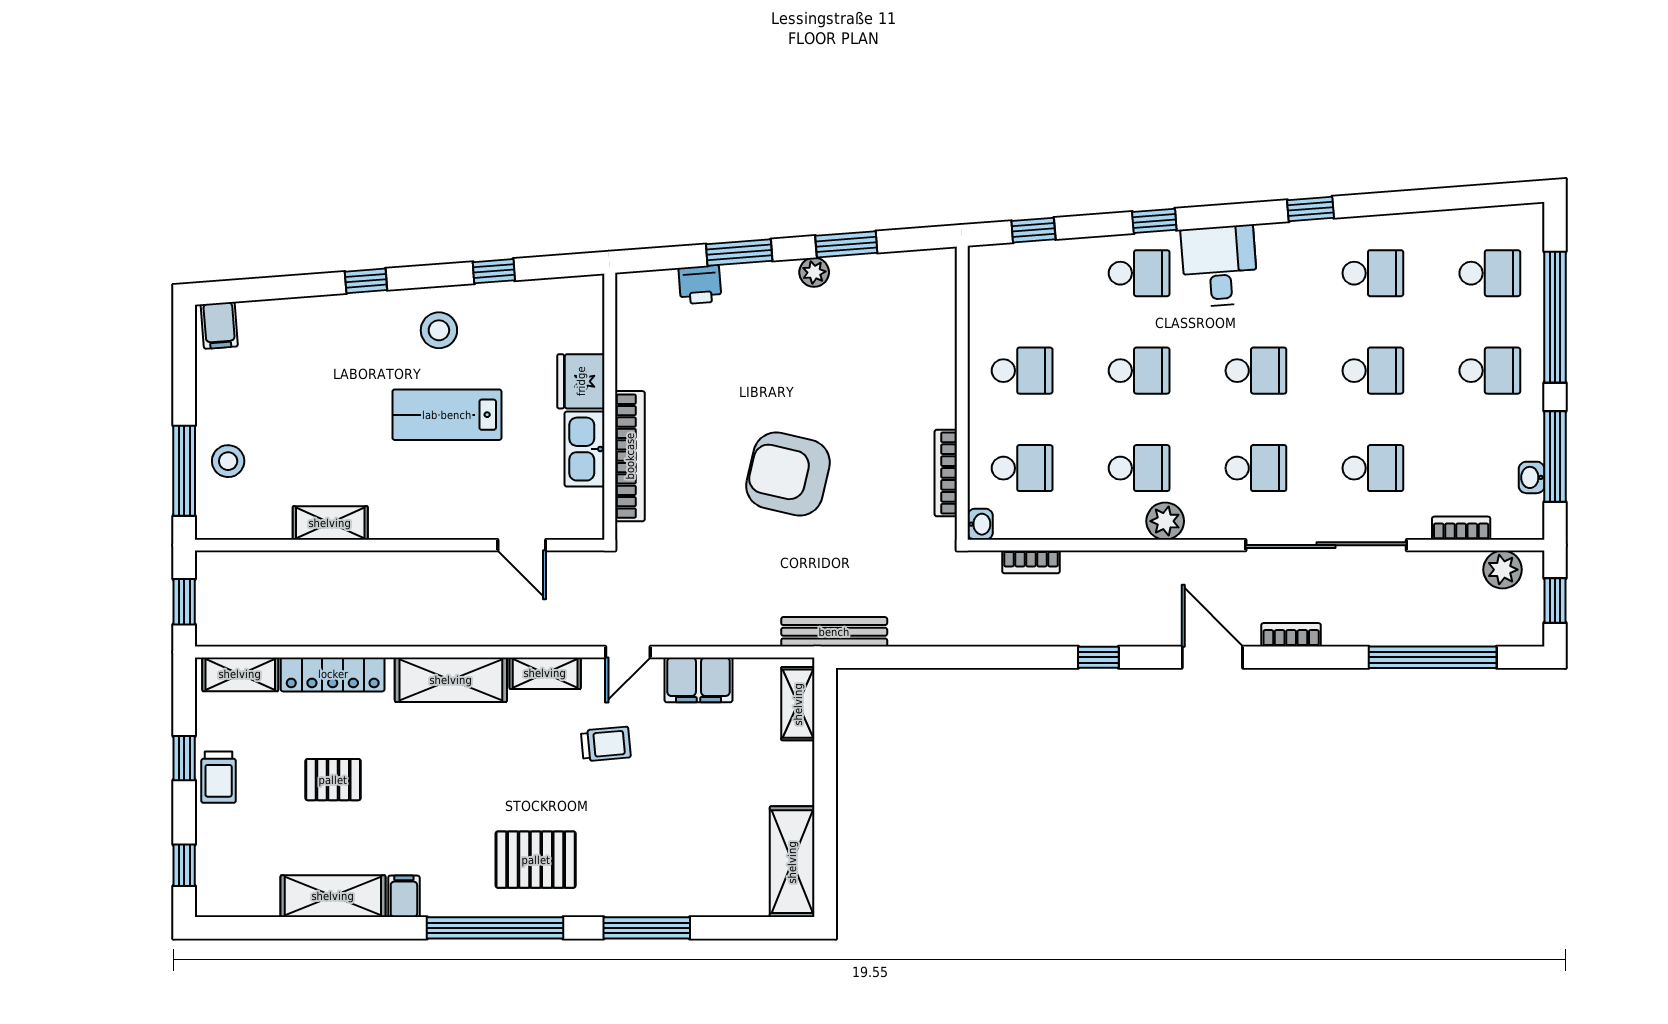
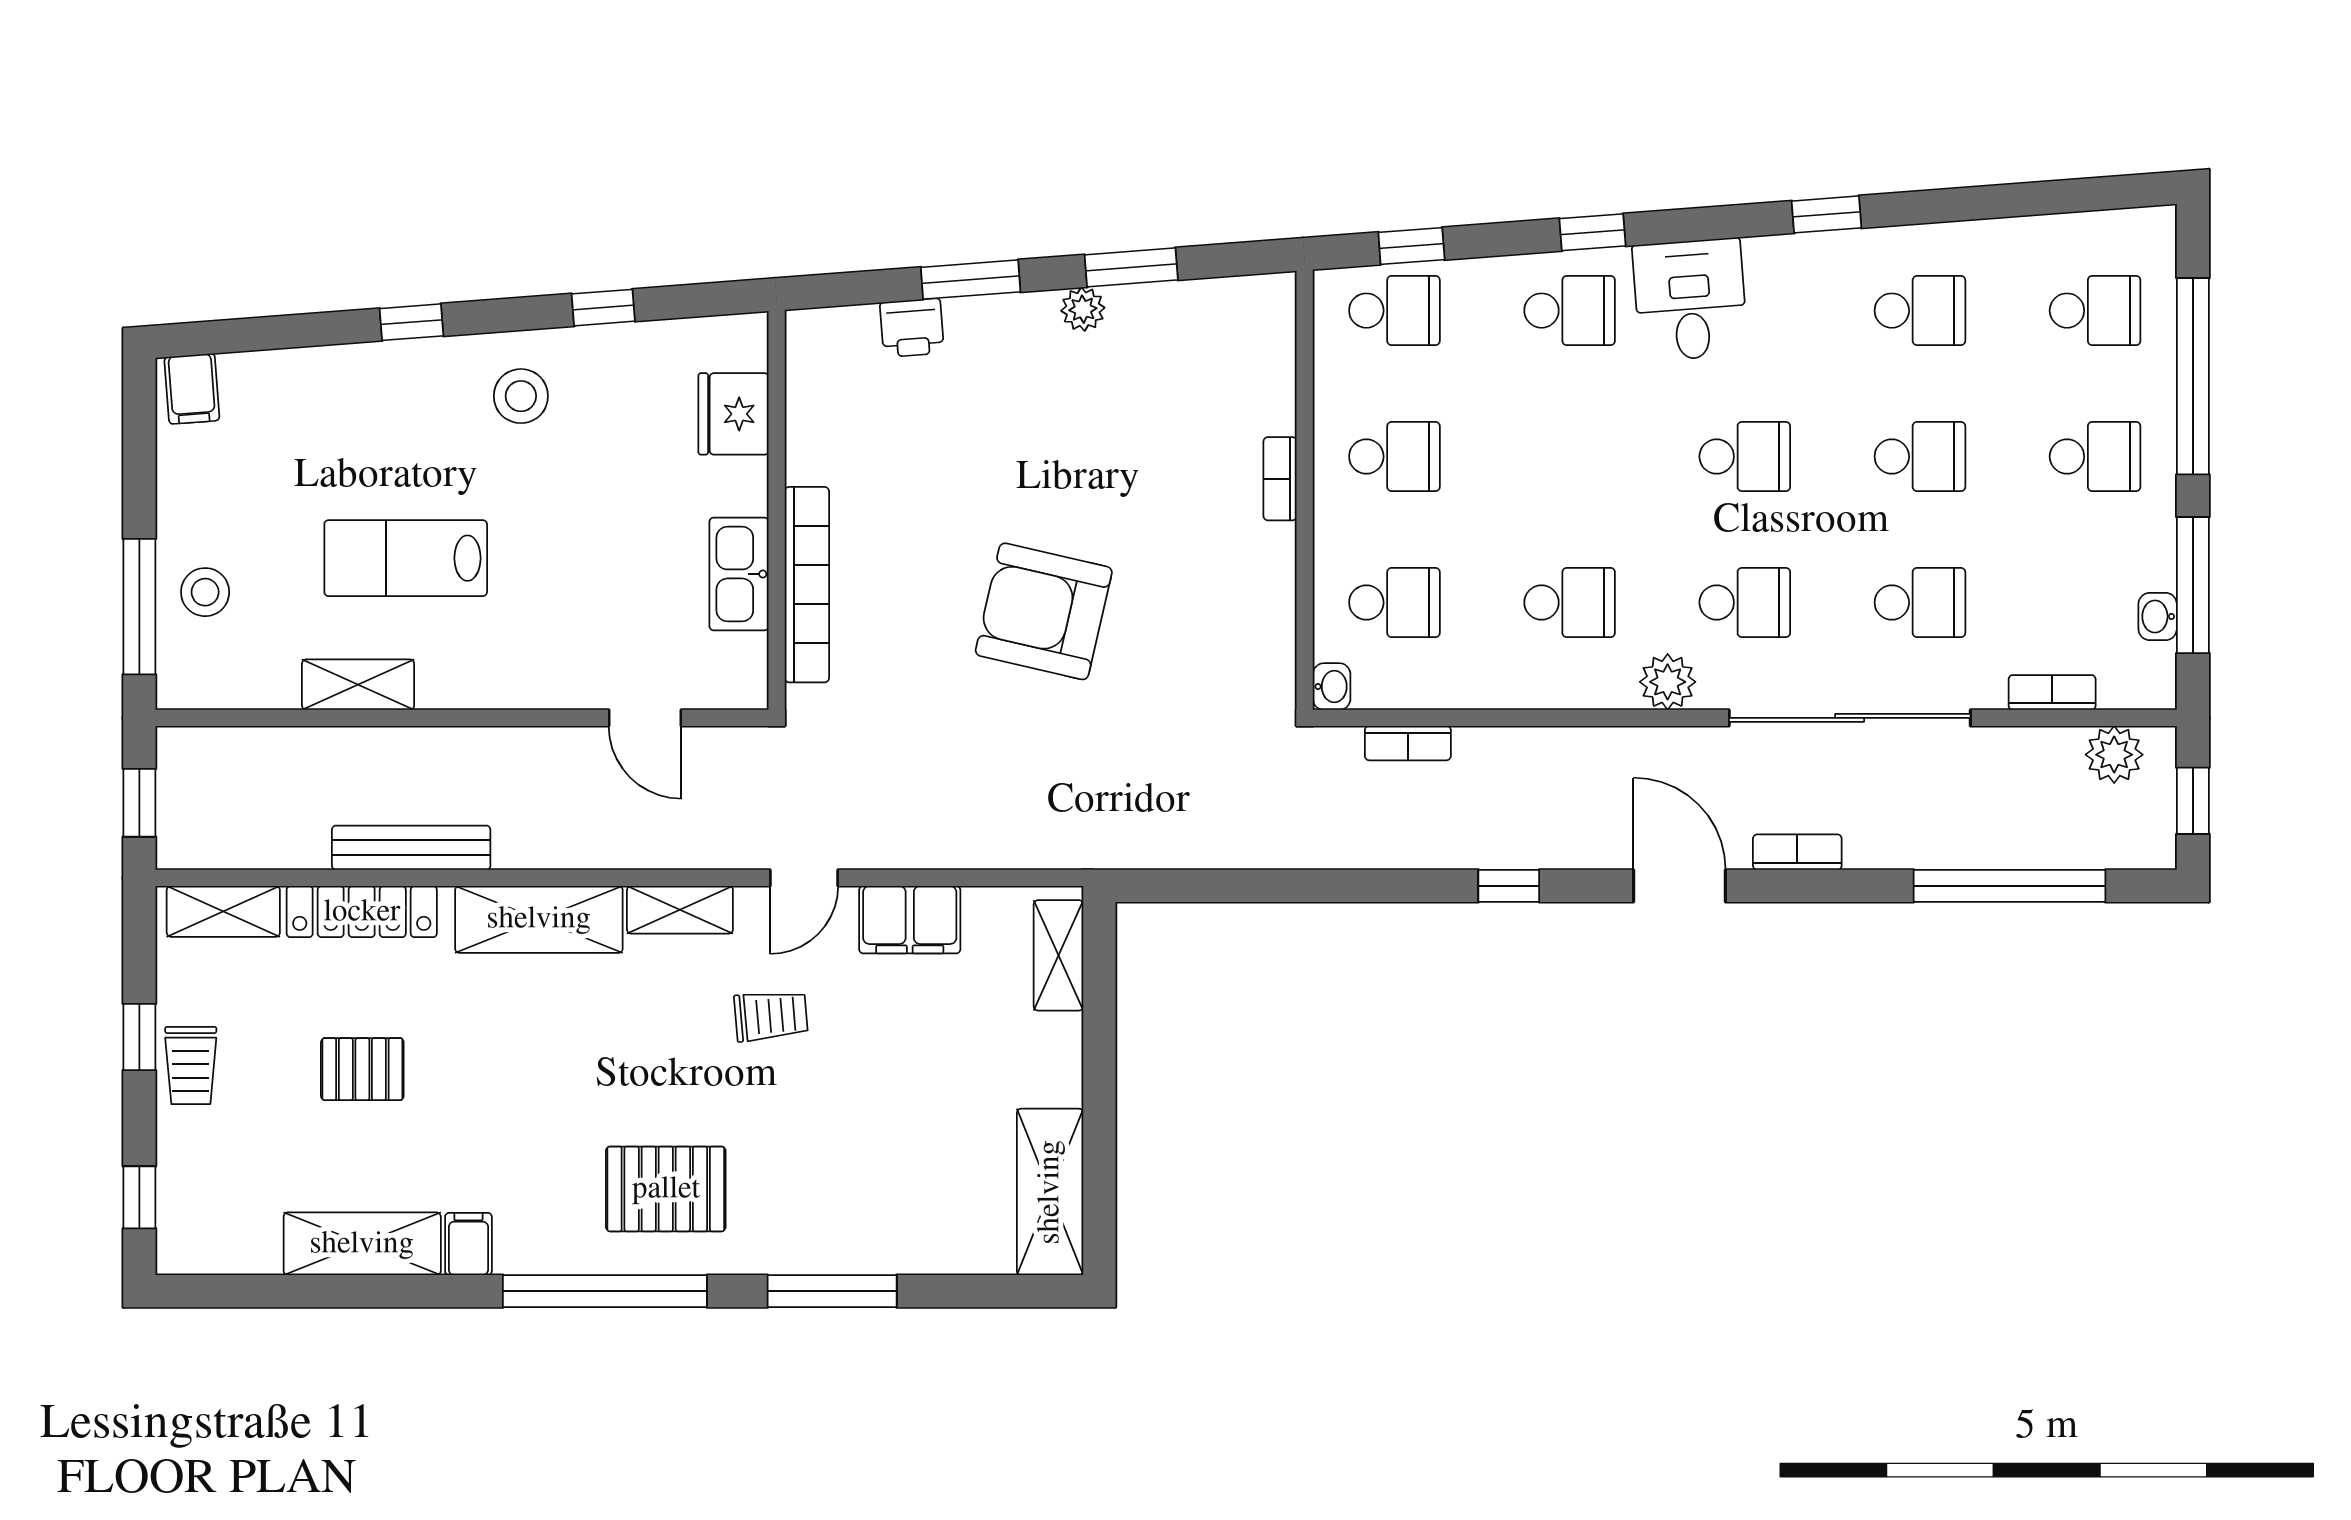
school desk: (1139, 371) -> (1394, 311), moved
fridge: (581, 381) -> (734, 414), moved
lab bench: (447, 415) -> (406, 558), moved
bookcase: (946, 473) -> (1280, 479), moved, width x0.64
plant: (1165, 521) -> (1668, 682), moved
bench: (834, 632) -> (411, 848), moved

